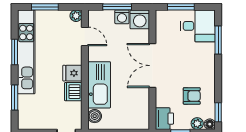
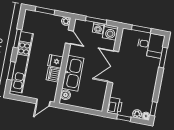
kitchen unit: (26, 52) -> (22, 62), moved
armchair: (192, 96) -> (137, 94), removed

